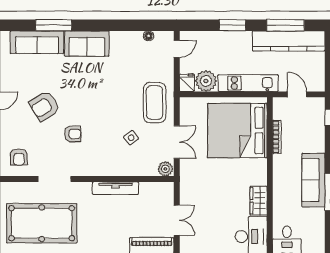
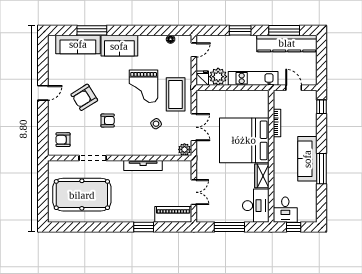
grand piano: (116, 93) -> (144, 86), added
bed: (237, 131) -> (244, 140), moved
armchair: (19, 157) -> (63, 140), turned 90

